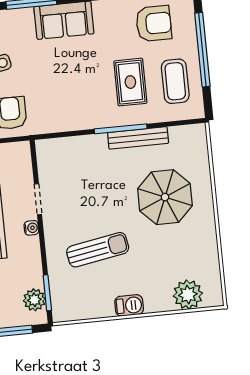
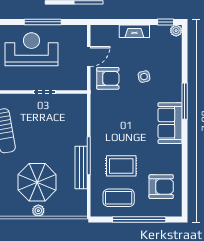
armchair: (154, 23) -> (161, 187), turned -90
plant: (204, 191) -> (38, 211), added
water cooler: (31, 228) -> (25, 85), removed

